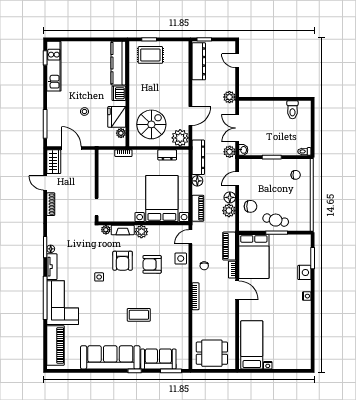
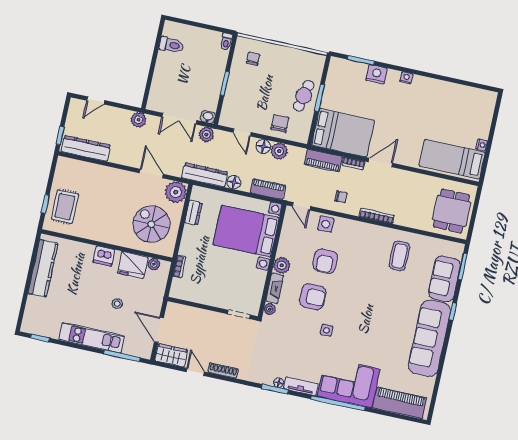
kitchen counter: (118, 63) -> (43, 268), moved, turned -90
kitchen unit: (54, 66) -> (92, 338), moved
door: (71, 148) -> (159, 330), hinge flipped
door: (45, 183) -> (195, 372), swing flipped
coffee table: (139, 315) -> (399, 256), moved

